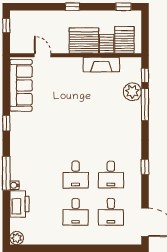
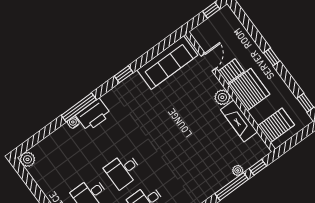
server rack: (107, 44) -> (231, 71), moved
plant: (75, 64) -> (222, 97), added
plant: (132, 92) -> (238, 170), width x0.53, depth x0.53
printer: (19, 204) -> (93, 115), moved

